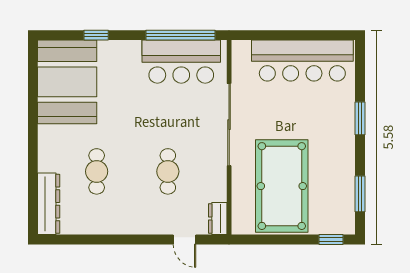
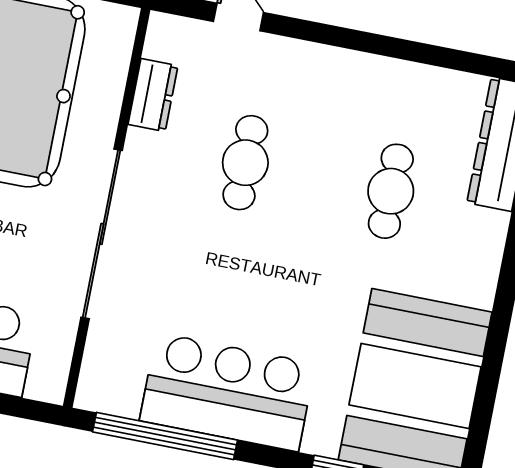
bar counter: (181, 62) -> (227, 392), moved
dresser: (218, 219) -> (153, 95), moved

